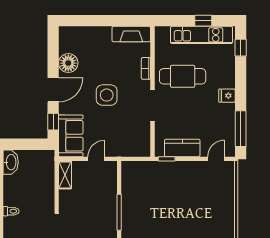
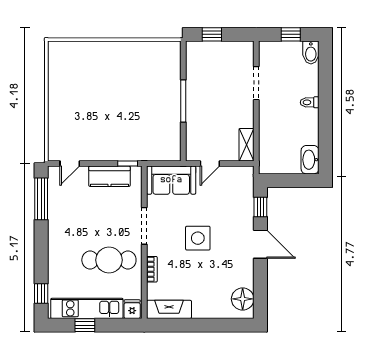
floor lamp: (68, 63) -> (243, 299), moved
door: (53, 90) -> (260, 244), swing flipped
fridge: (227, 96) -> (132, 309), moved, turned -90
sofa: (71, 136) -> (171, 180), moved, turned -90

